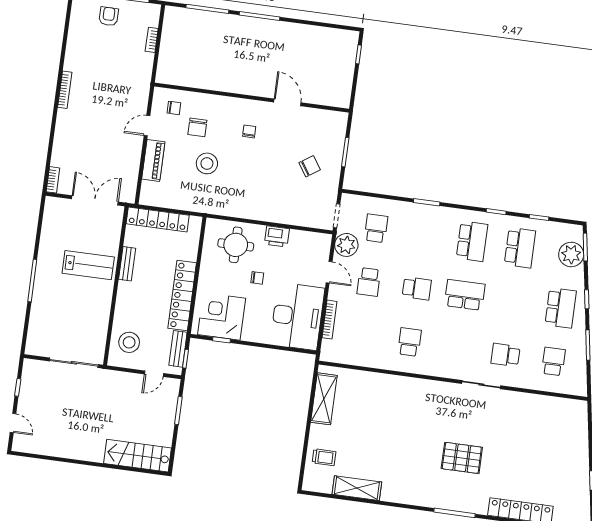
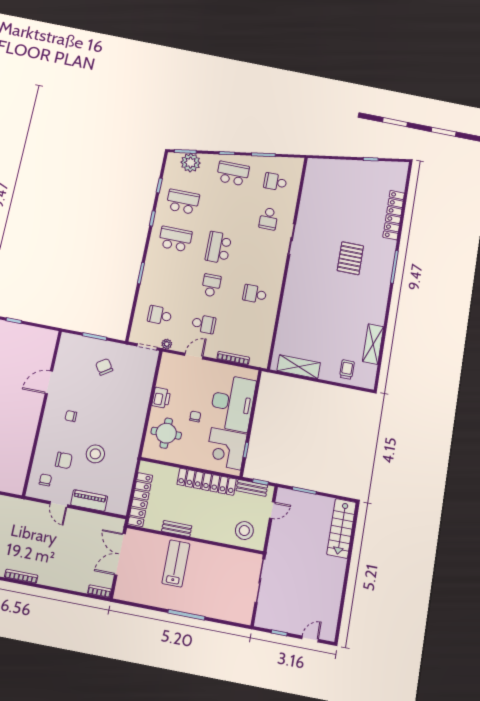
plant: (346, 245) -> (167, 344), width x0.53, depth x0.53
desk: (297, 316) -> (233, 403), moved, turned 90
door: (154, 374) -> (272, 510), hinge flipped

